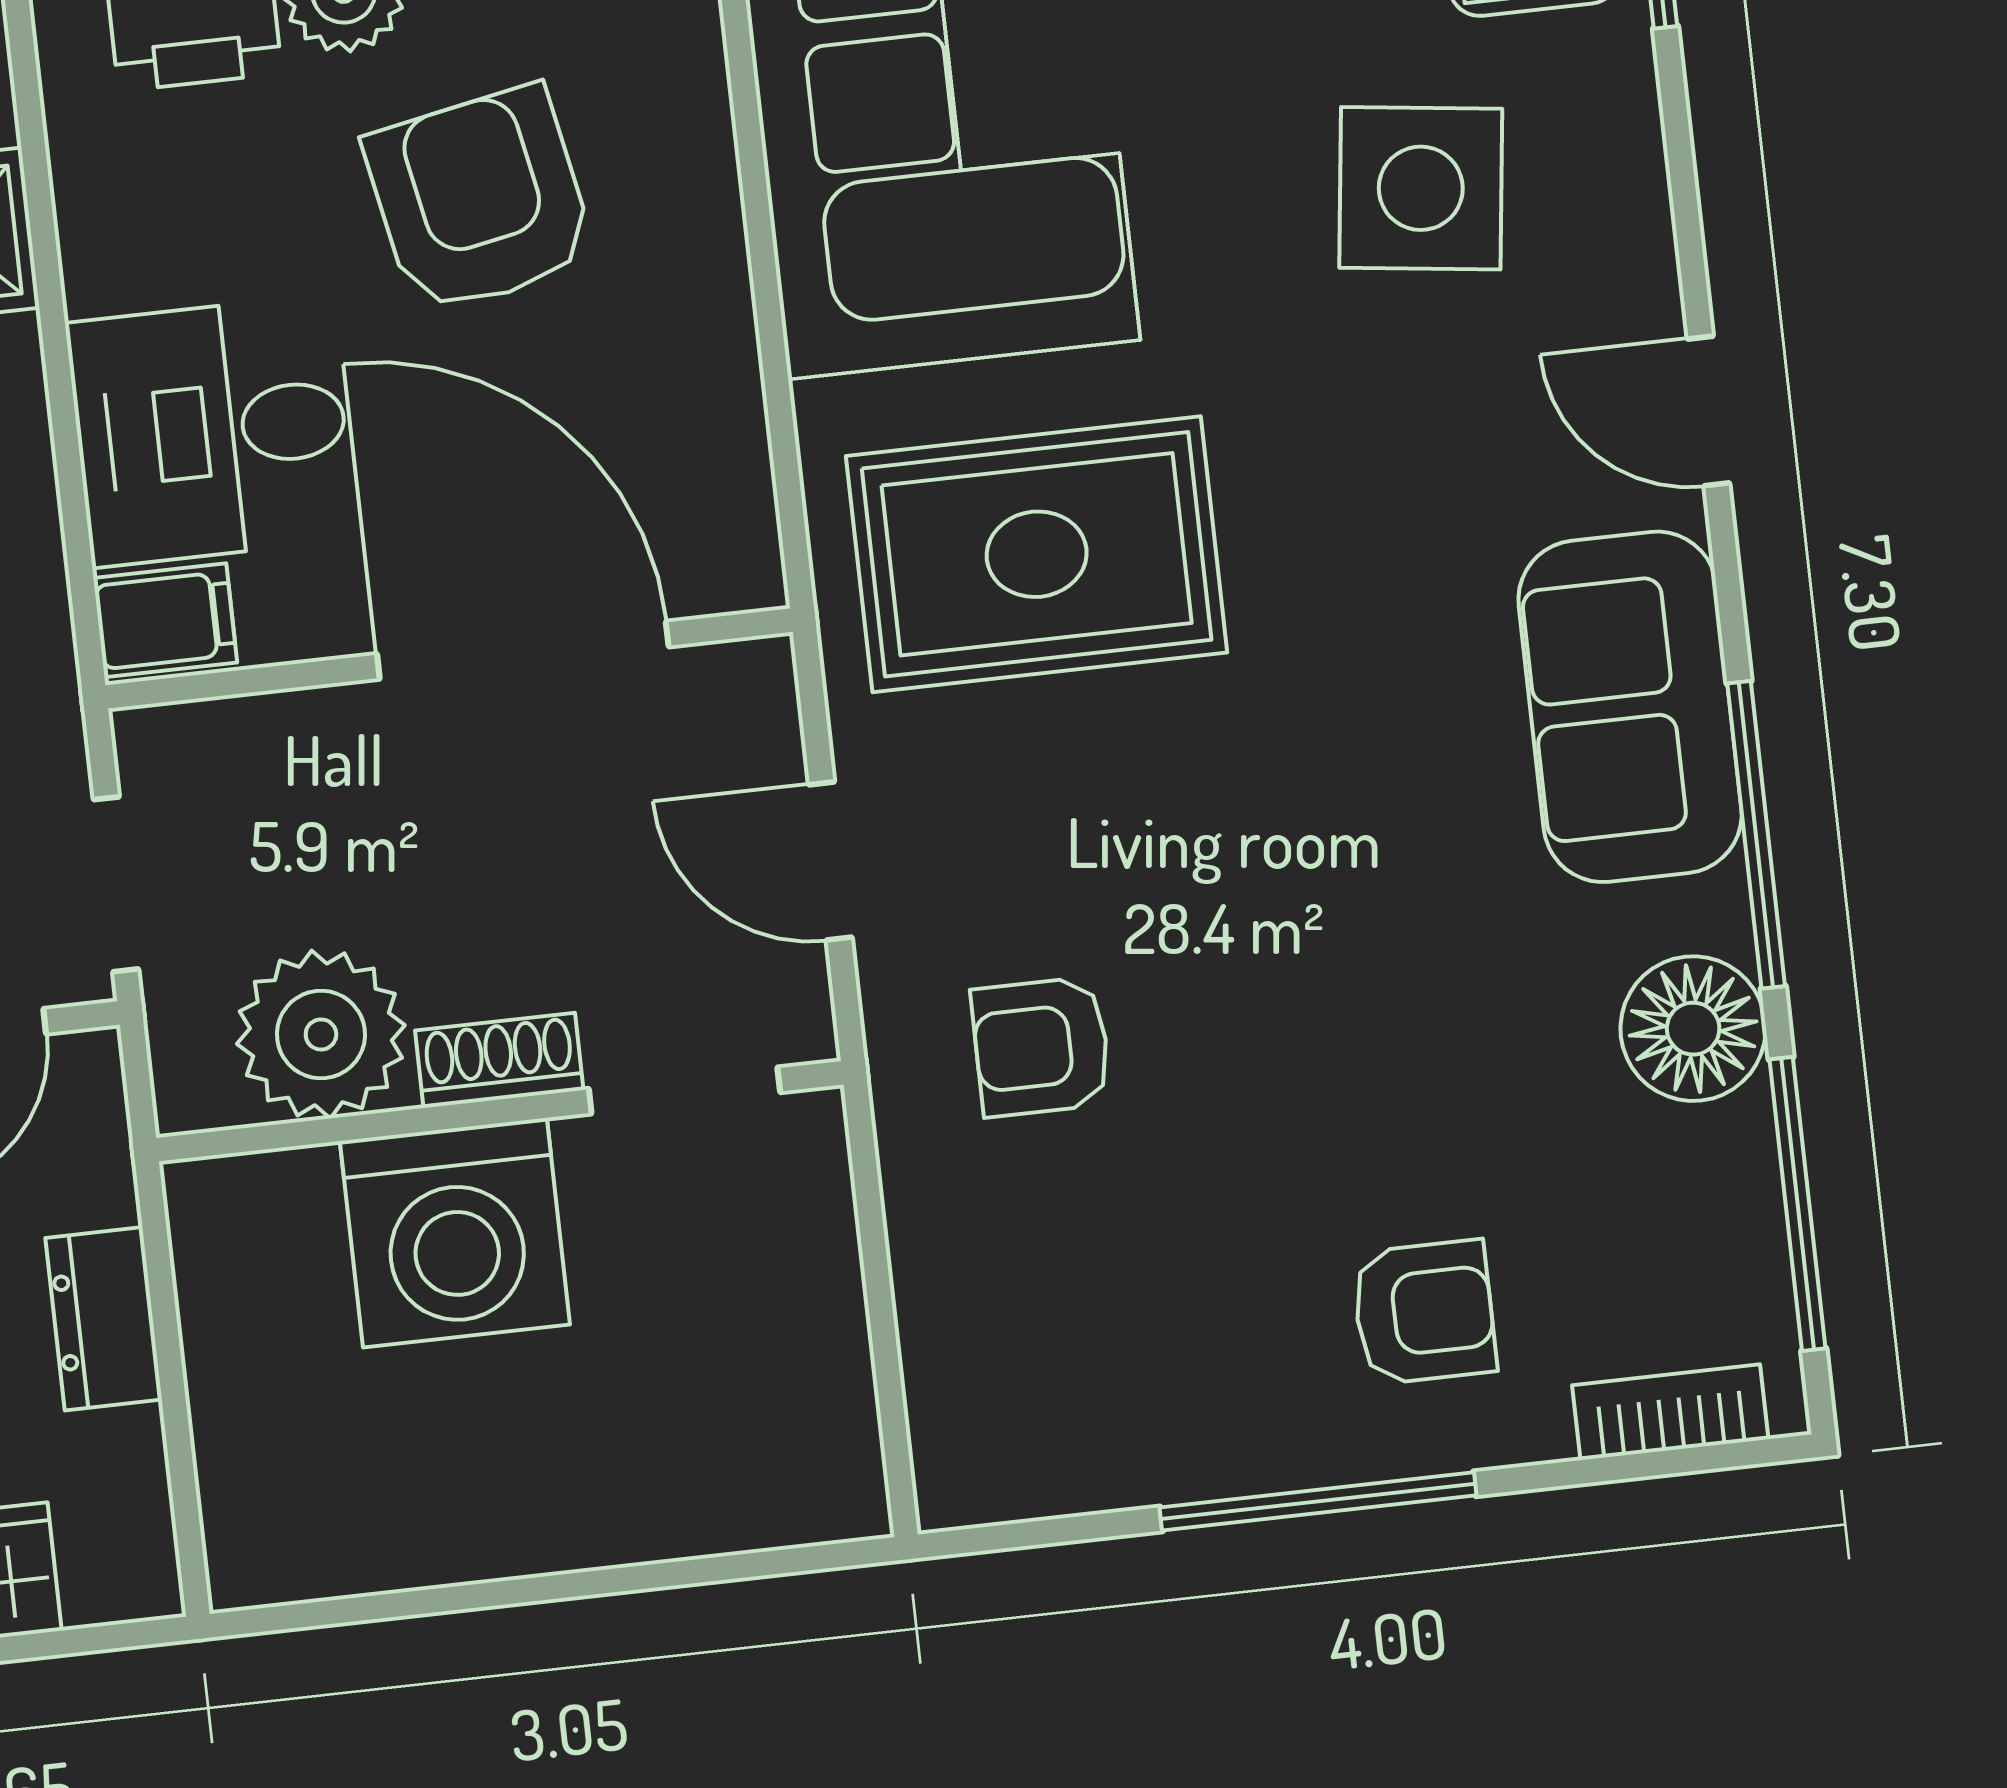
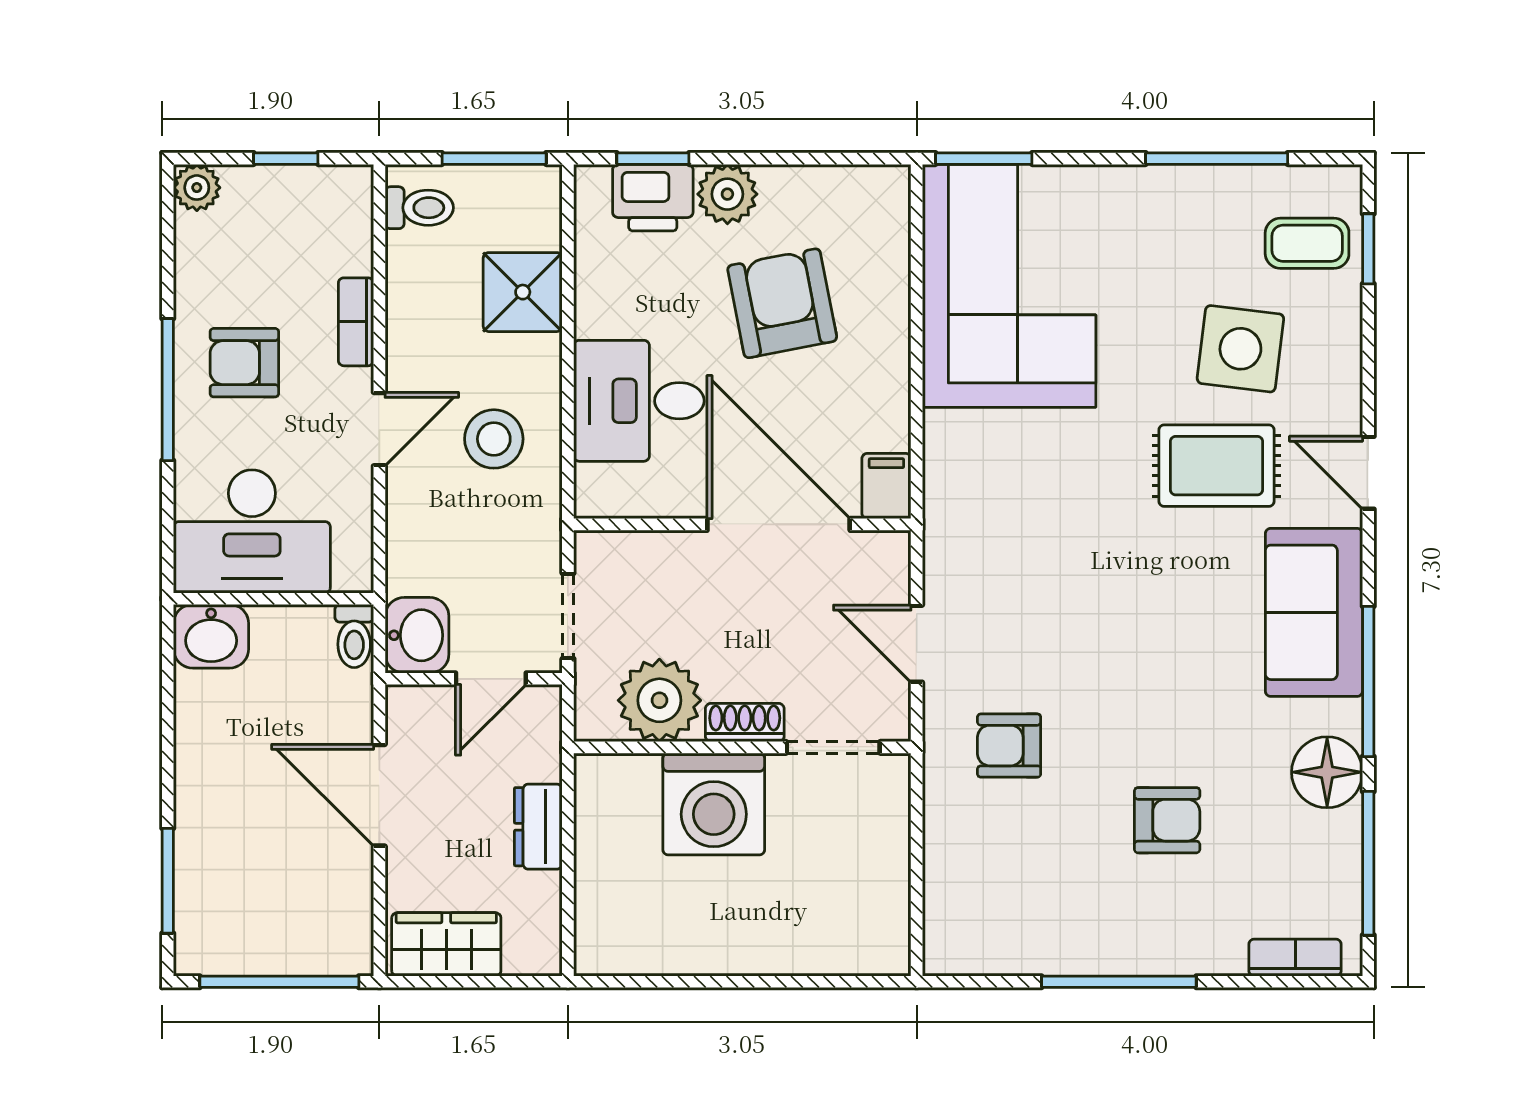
rug: (1037, 554) -> (1216, 466), moved, width x0.73, depth x0.70
filing cabinet: (165, 620) -> (886, 486), moved, turned -90
armchair: (1424, 1312) -> (1167, 820), moved

